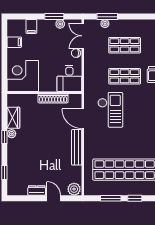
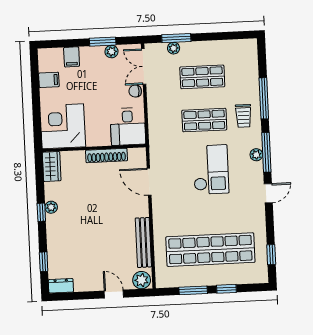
checkout: (110, 110) -> (211, 170), moved
wardrobe: (13, 118) -> (52, 166), moved
bench: (77, 147) -> (143, 242), moved
dresser: (37, 190) -> (61, 286), moved

